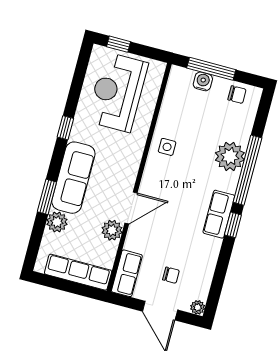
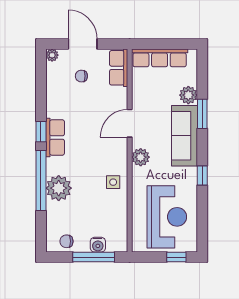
plant: (112, 230) -> (141, 157), moved

